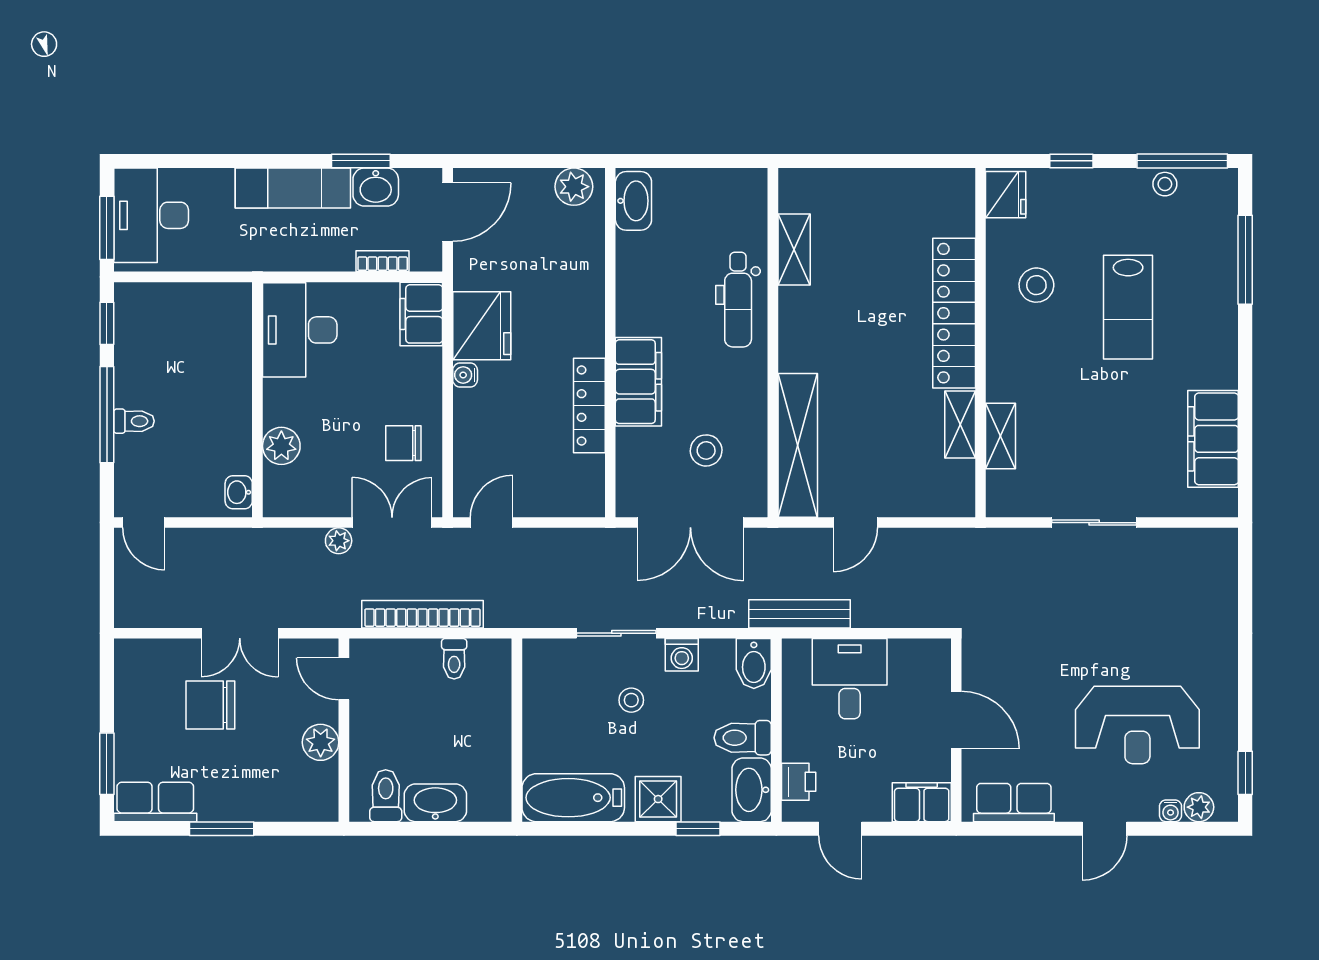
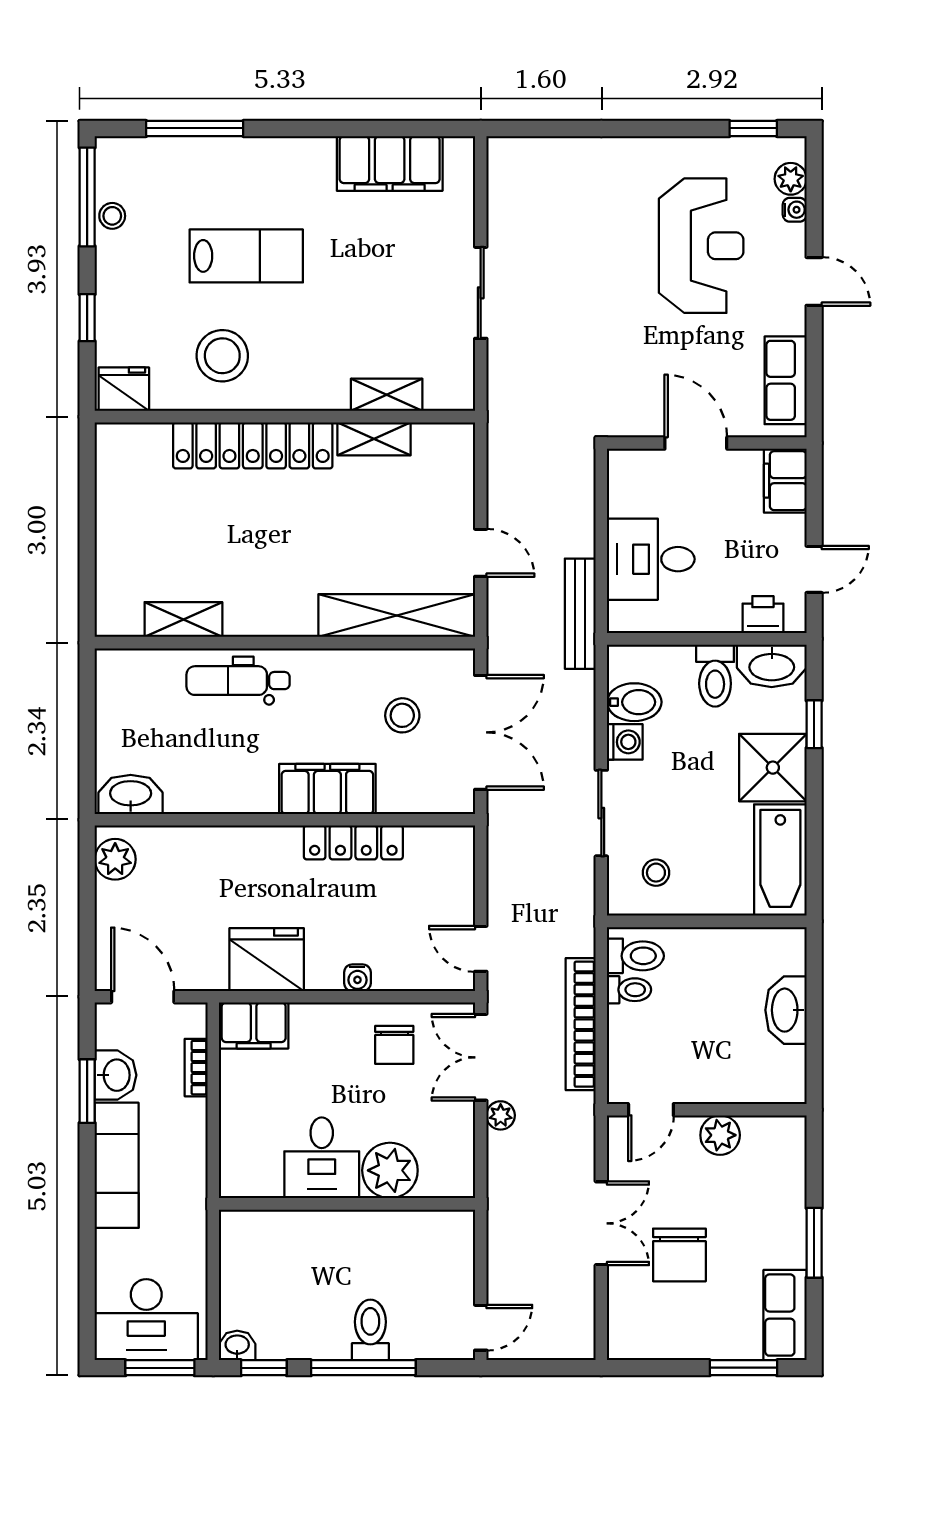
stool: (1036, 285) -> (222, 356), width x1.38, depth x1.38
dental chair: (738, 300) -> (238, 681), turned 180
desk: (300, 330) -> (322, 1158), moved, width x0.73
water cooler: (465, 375) -> (357, 978), moved
toilet: (134, 421) -> (370, 1330), width x1.37, depth x1.39
plant: (281, 446) -> (390, 1170), width x1.36, depth x1.36
washbasin: (239, 492) -> (237, 1345), moved, turned 180
bidet: (754, 664) -> (634, 702), moved
stool: (631, 700) -> (656, 873), moved
door: (956, 720) -> (696, 443), hinge flipped
toilet: (386, 796) -> (635, 956), moved, turned 180
shower: (658, 799) -> (773, 768), width x1.36, depth x1.36

